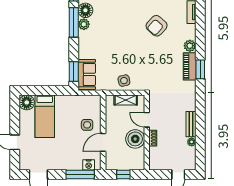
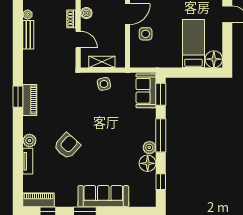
window: (74, 22) -> (161, 135), moved
plant: (190, 46) -> (29, 141), moved
boiler: (135, 139) -> (86, 13), width x0.54, depth x0.54

